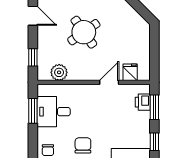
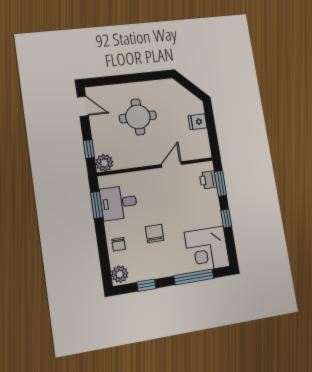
round table: (84, 32) -> (138, 117), turned 35
plant: (59, 72) -> (104, 163), moved
fridge: (130, 72) -> (198, 122), moved, turned -90

